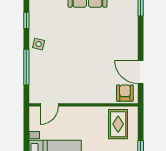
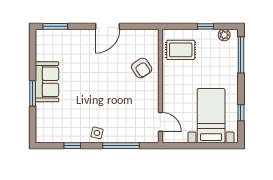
door: (141, 72) -> (108, 26), moved
armchair: (125, 93) -> (142, 68), moved, turned -124

